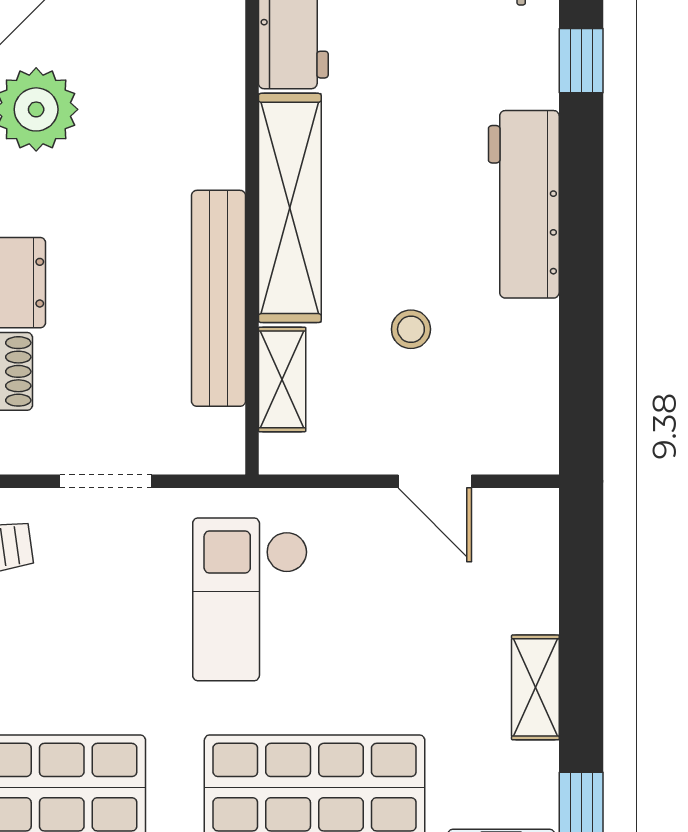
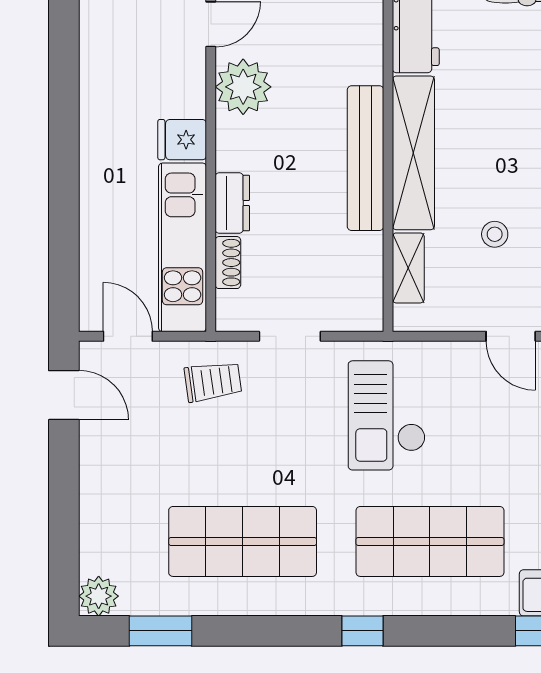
bench: (218, 298) -> (365, 158), moved

